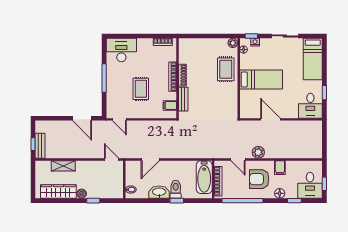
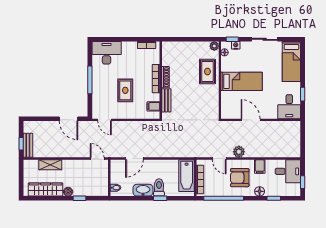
desk: (310, 185) -> (288, 171), moved, turned -90

